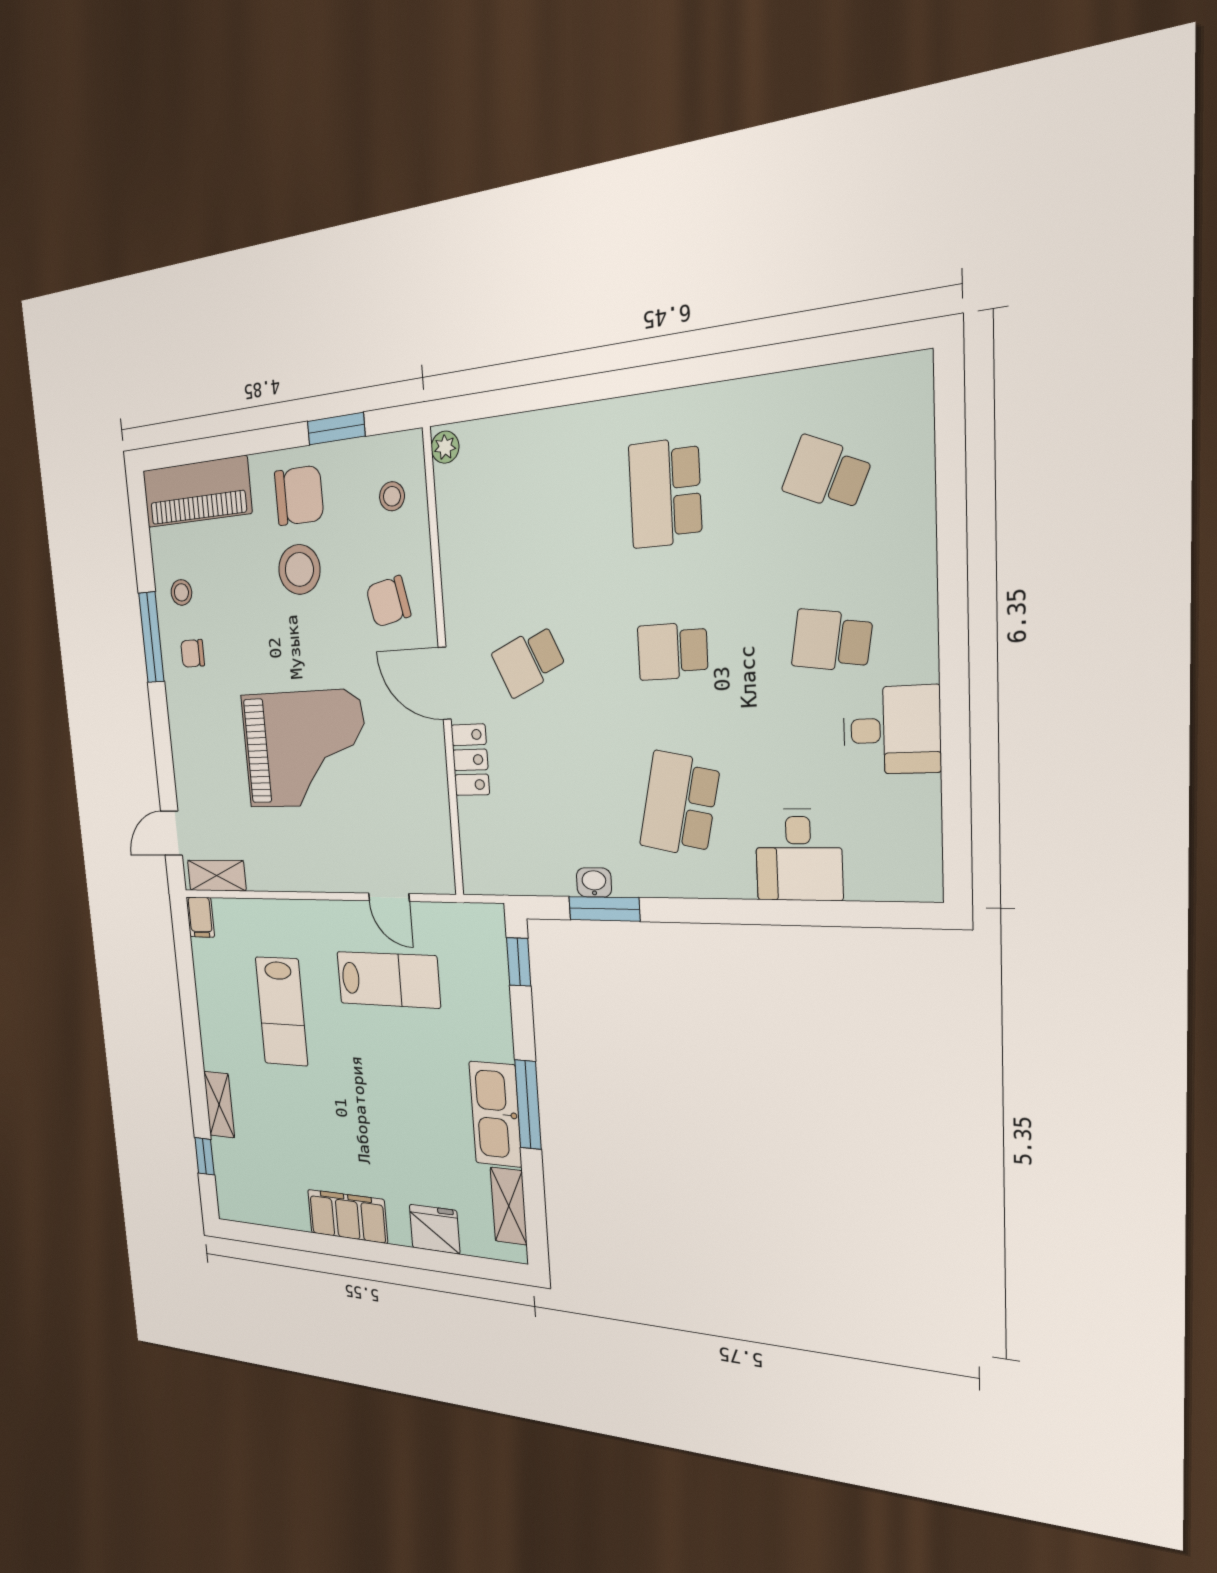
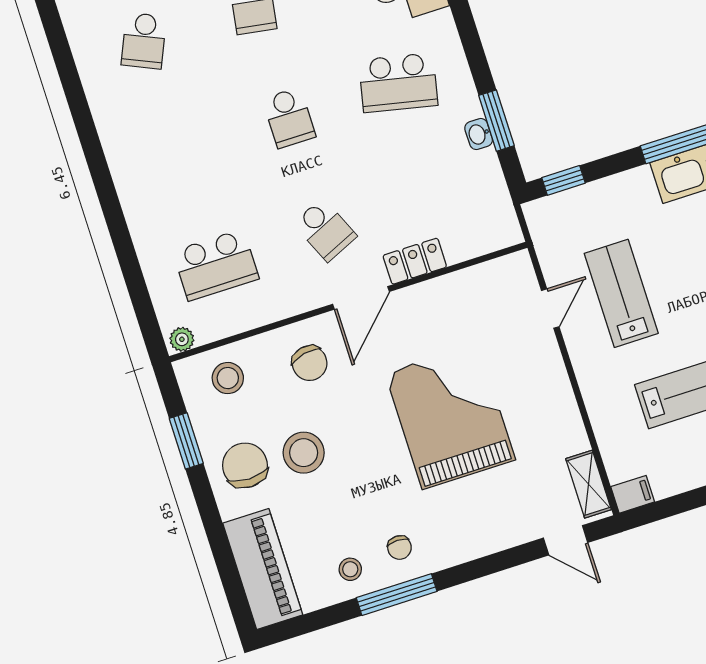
school desk: (665, 493) -> (216, 265), moved
stool: (392, 496) -> (228, 378), width x1.37, depth x1.37

